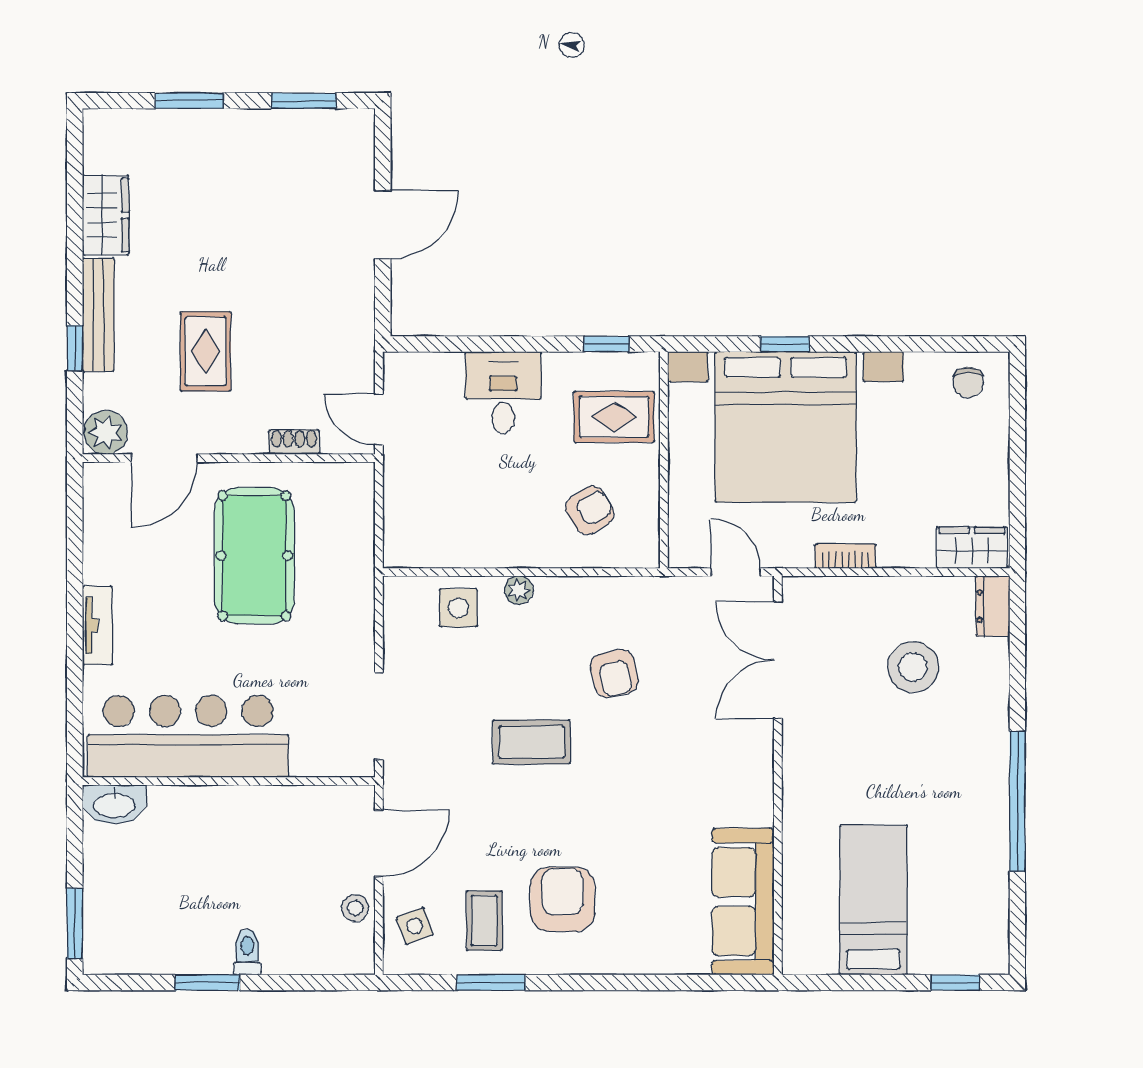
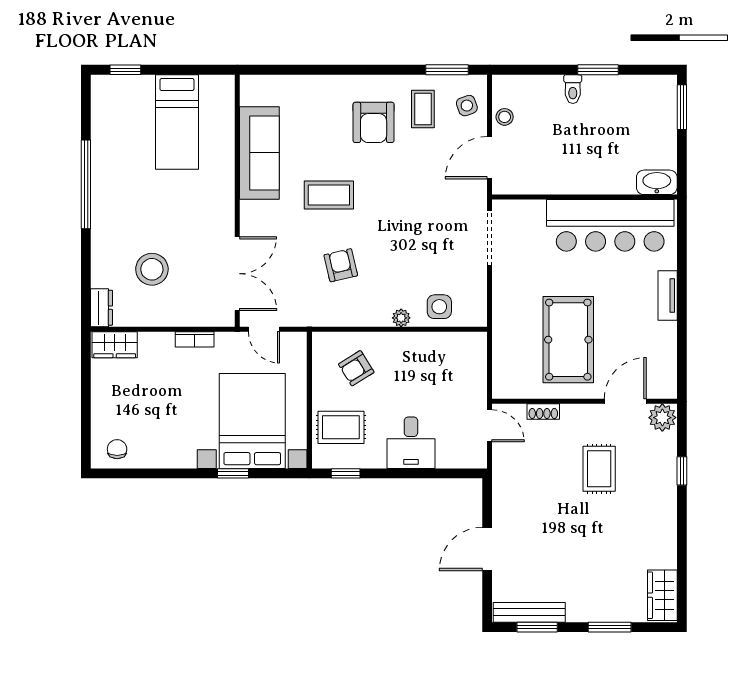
wardrobe: (106, 215) -> (662, 595), moved
bench: (98, 315) -> (529, 612), moved, turned 90
bed with nightstands: (786, 427) -> (252, 421), width x0.73
coffee table: (531, 742) -> (329, 195), moved
sofa: (743, 902) -> (259, 153), moved
window: (491, 983) -> (447, 70), moved

